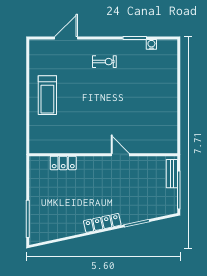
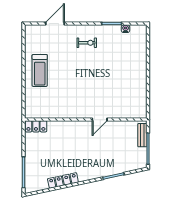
door: (120, 155) -> (100, 120), swing flipped
locker: (63, 163) -> (36, 126), moved
locker: (102, 223) -> (63, 180), moved

